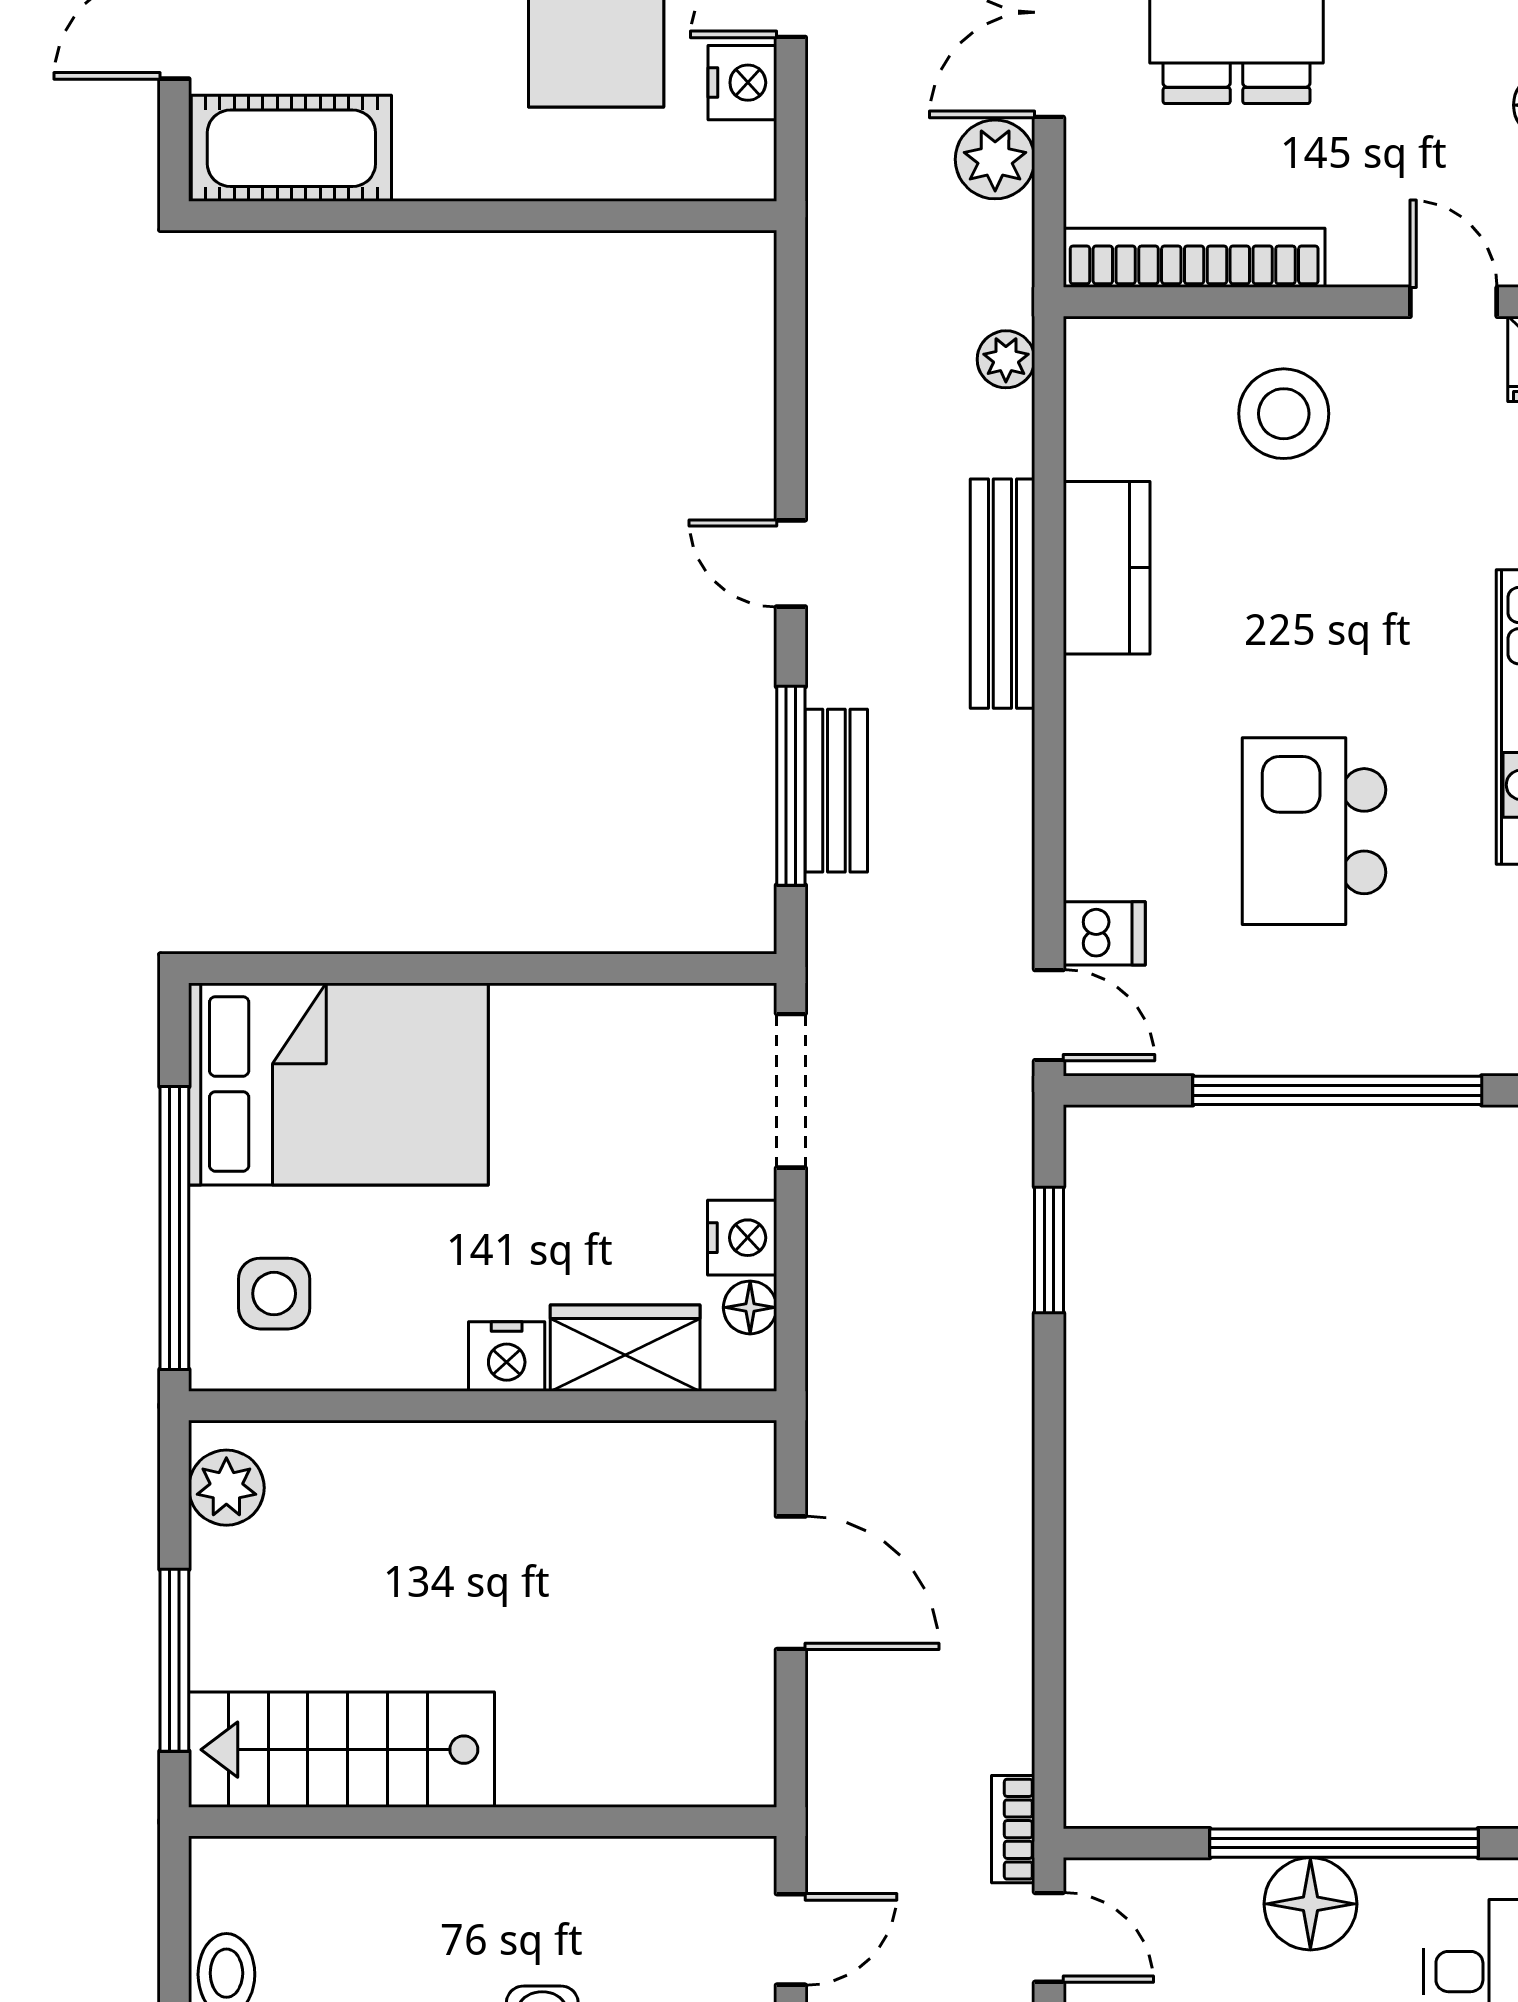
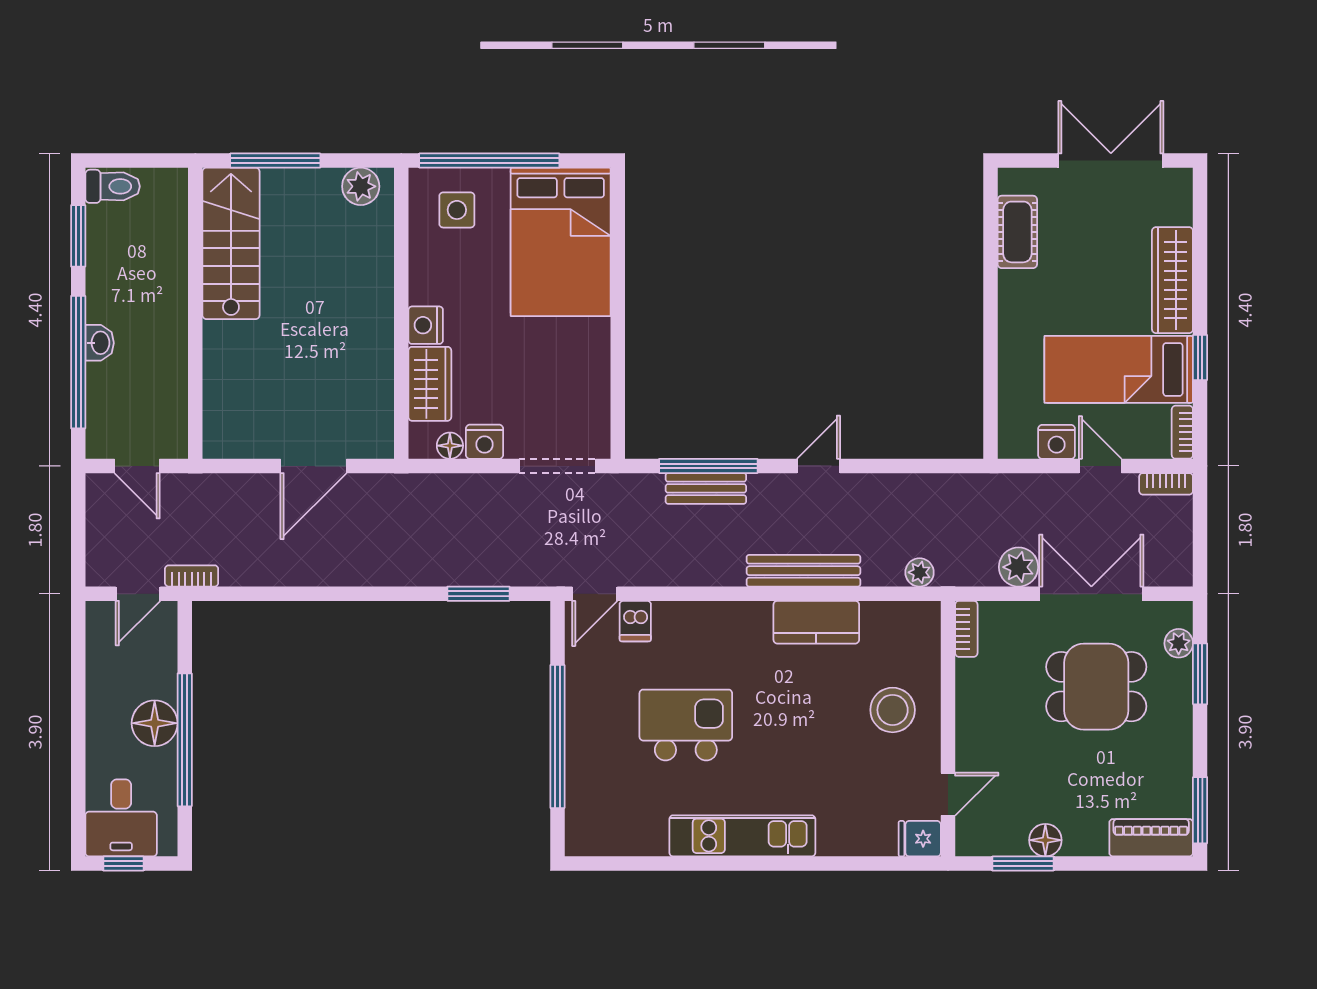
cot: (291, 148) -> (1017, 232), width x0.73, depth x0.75
bookcase: (1194, 258) -> (966, 629), width x0.43, depth x0.76

